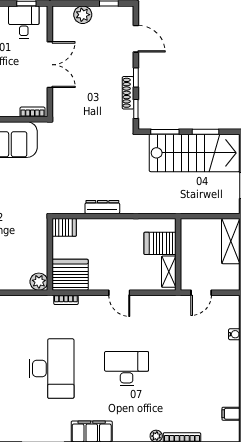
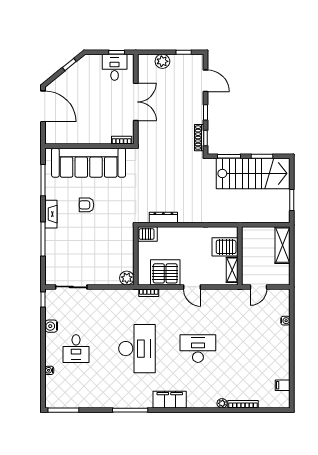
shoe rack: (128, 93) -> (199, 138), moved
dresser: (102, 207) -> (163, 217), moved
server rack: (70, 275) -> (165, 272), moved

